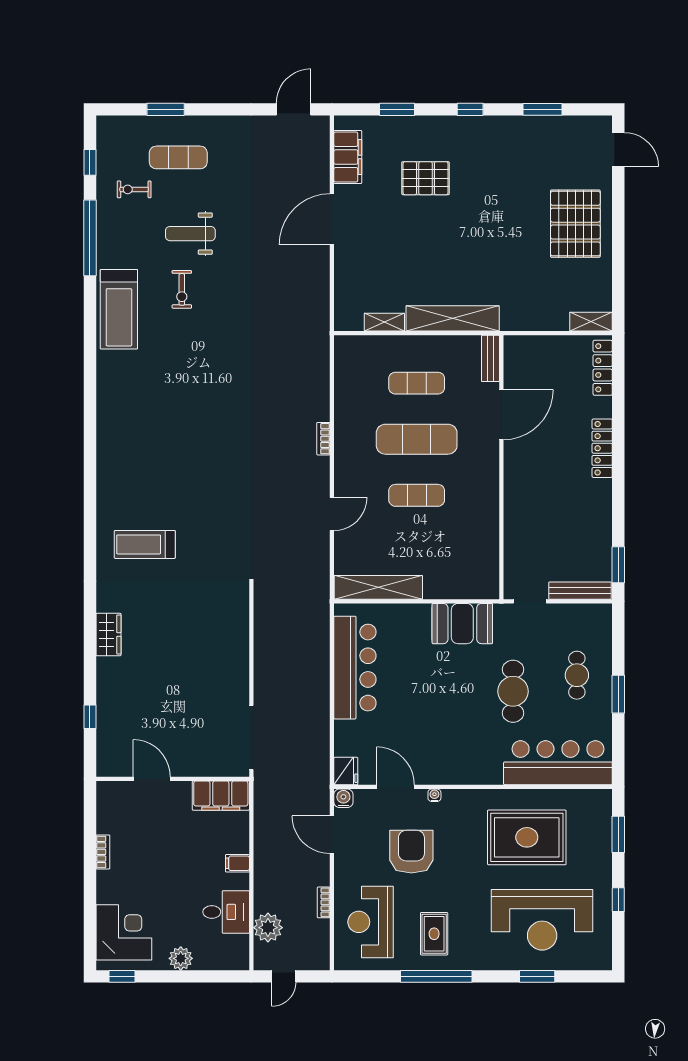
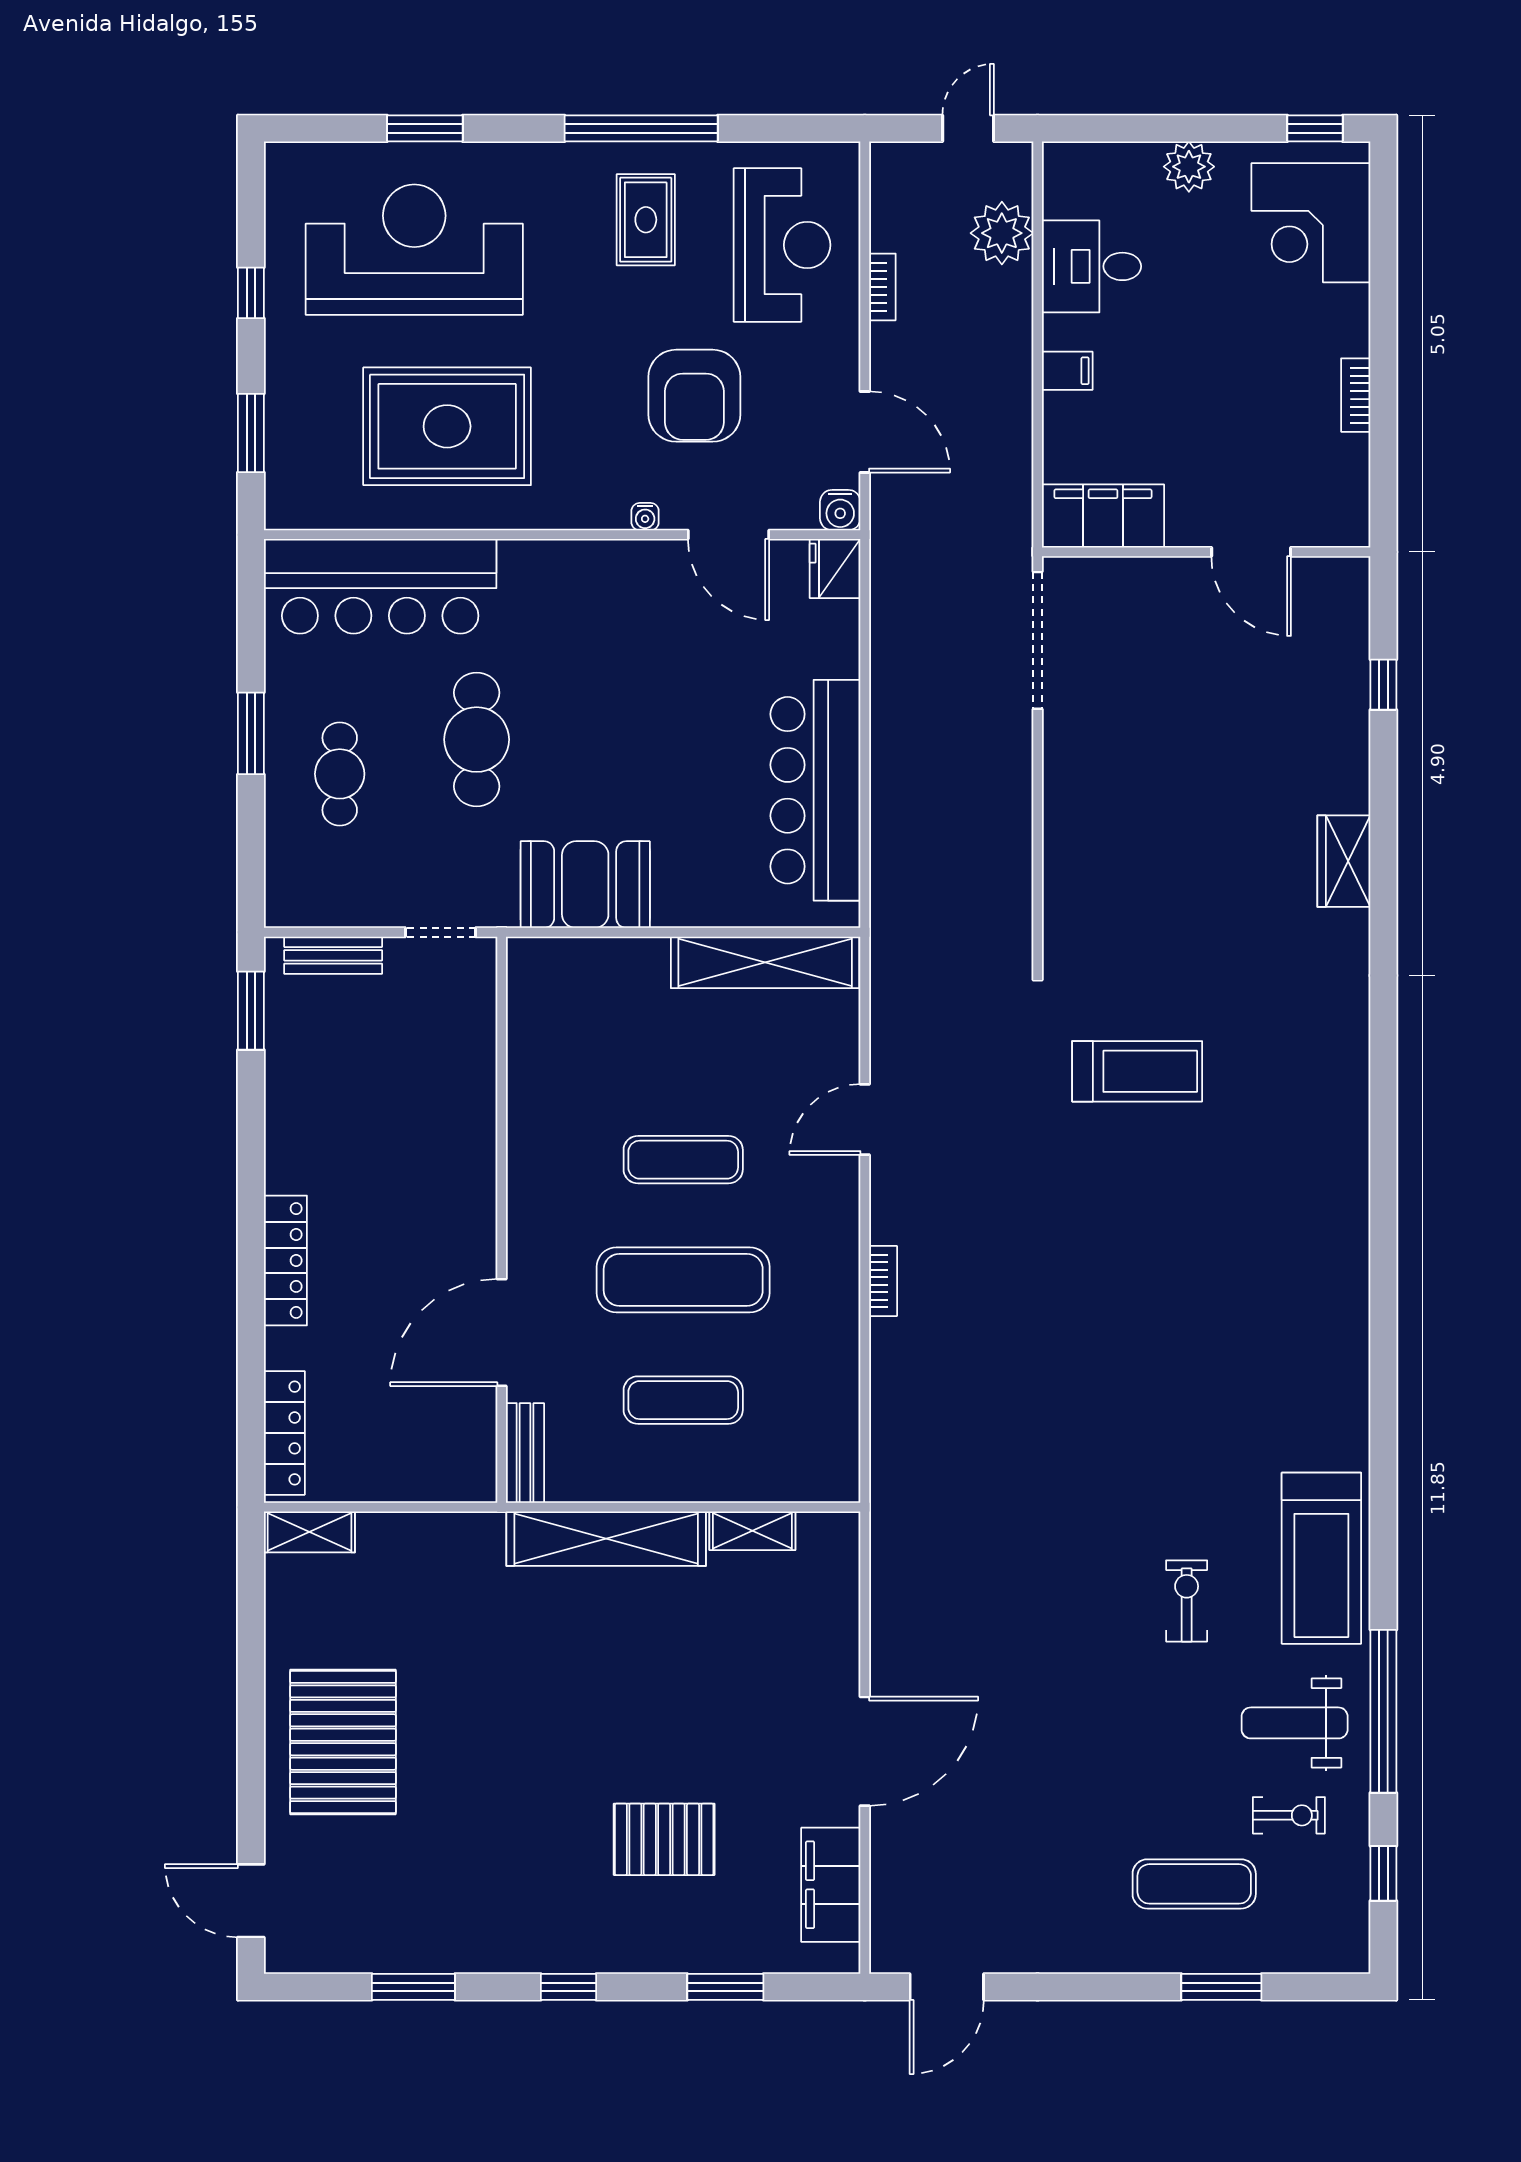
weight bench: (190, 234) -> (1295, 1723), moved, turned 180
treadmill: (119, 309) -> (1321, 1558), turned 180
treadmill: (145, 544) -> (1137, 1071), moved
bench: (580, 591) -> (333, 955), width x0.73

